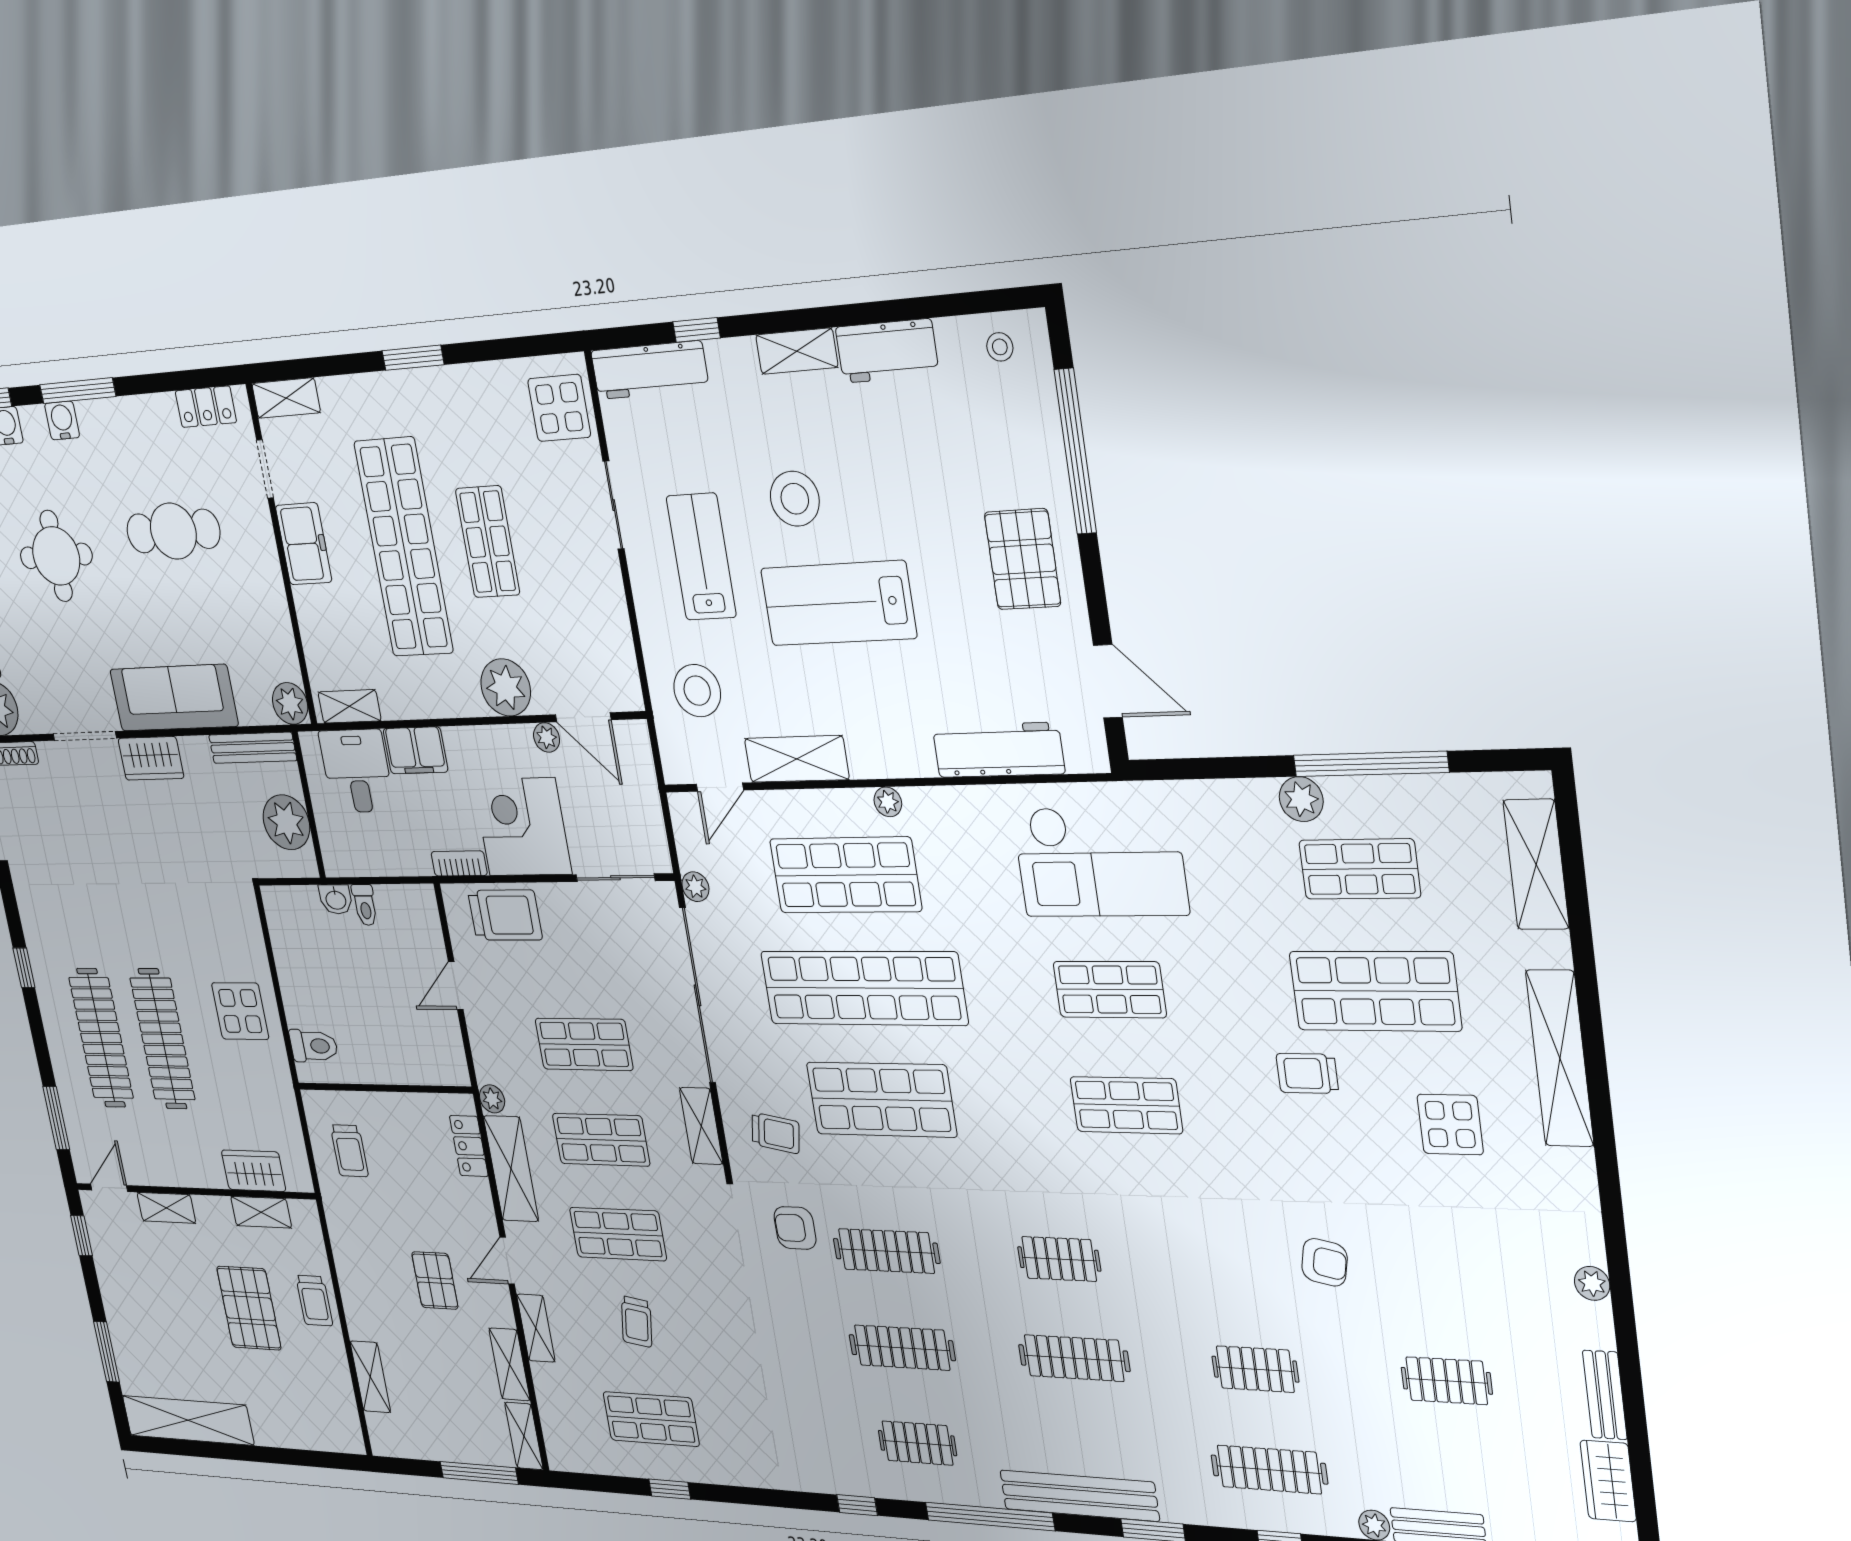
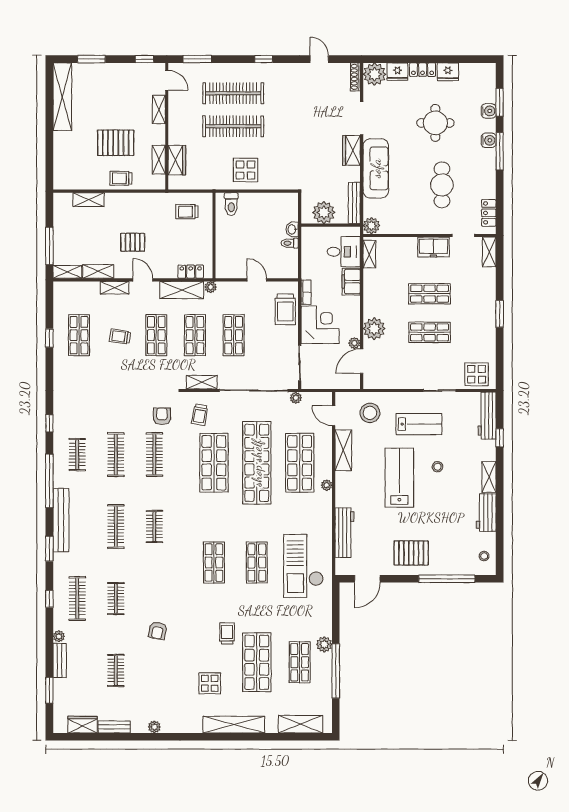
stool: (795, 499) -> (438, 467), width x0.53, depth x0.53
shop shelf: (404, 547) -> (430, 294), width x0.50, depth x0.74

